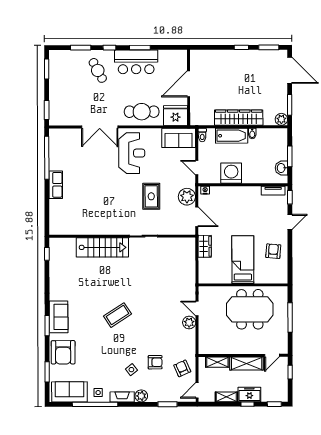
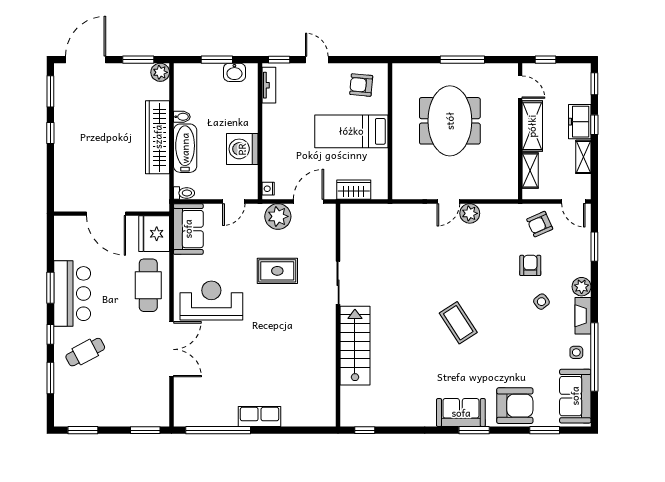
bed: (243, 260) -> (351, 131), moved
wall: (243, 285) -> (390, 131), moved

